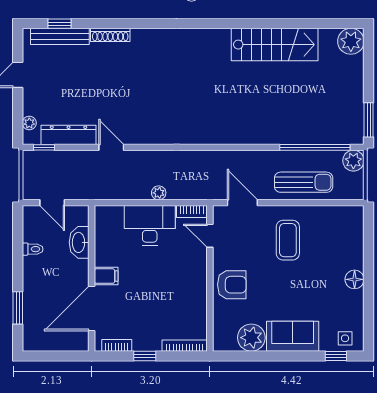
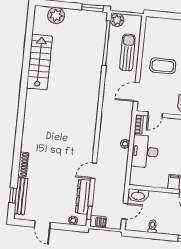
plant: (351, 41) -> (56, 15), moved
barbecue: (31, 163) -> (98, 222), added
washbasin: (79, 242) -> (138, 195), moved

